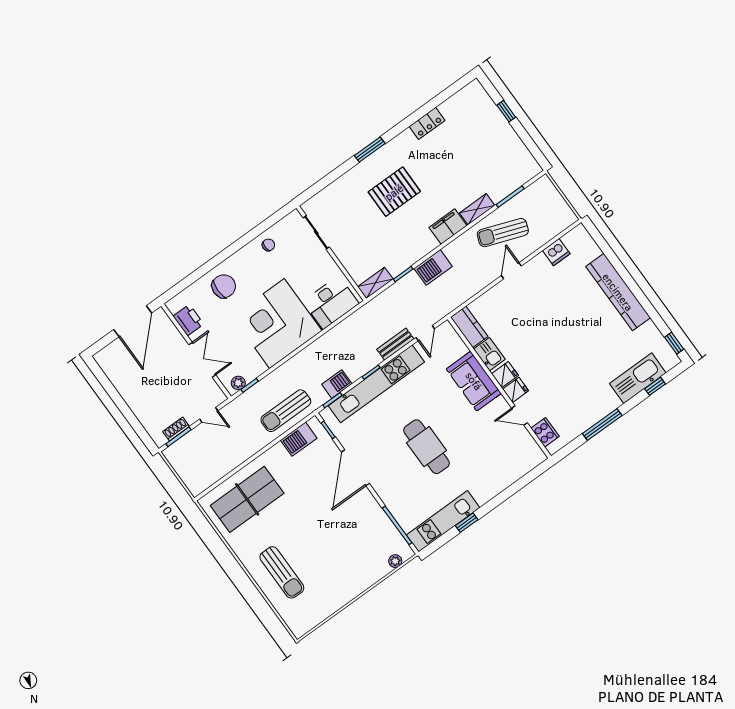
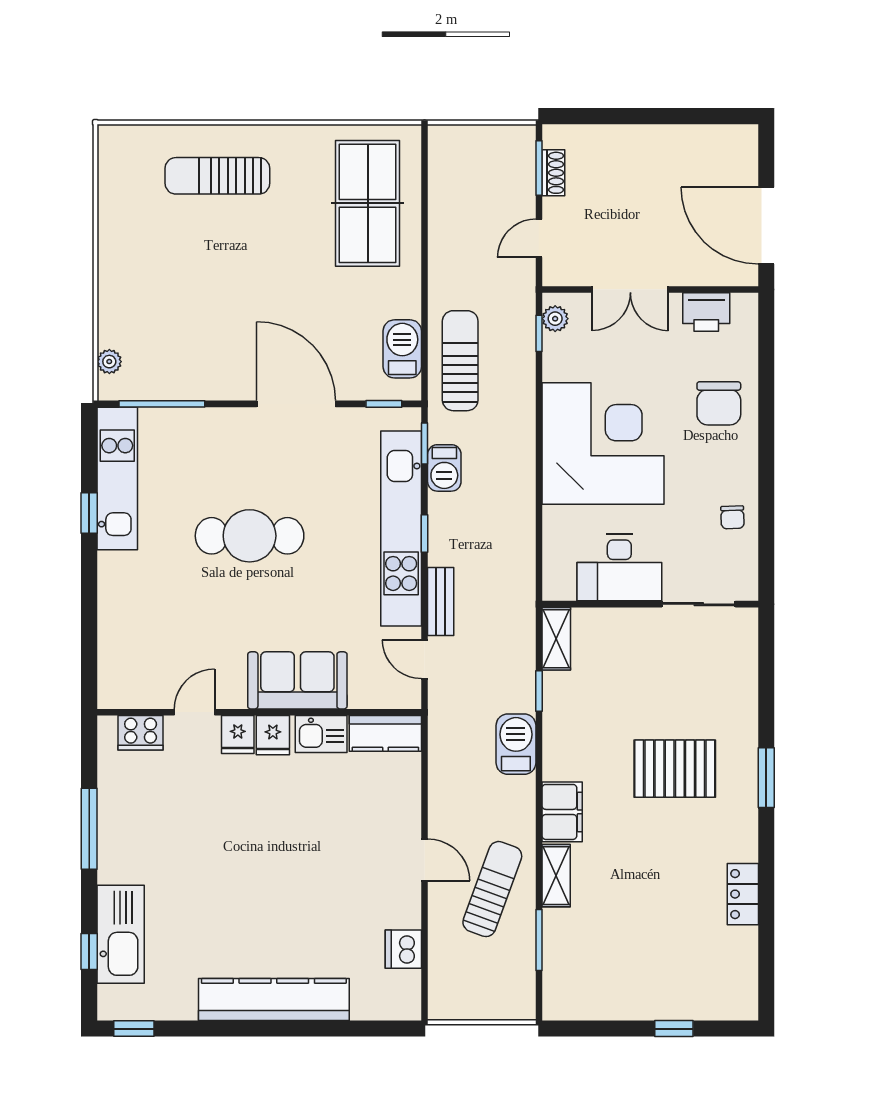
pallet: (394, 192) -> (675, 769), turned 90
desk: (331, 303) -> (619, 568), moved, turned -90

